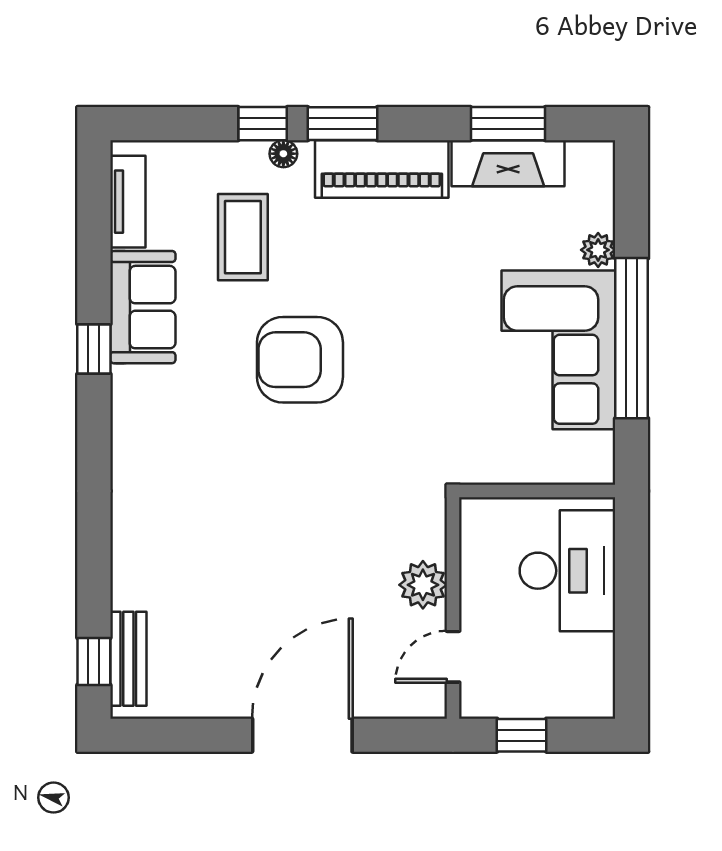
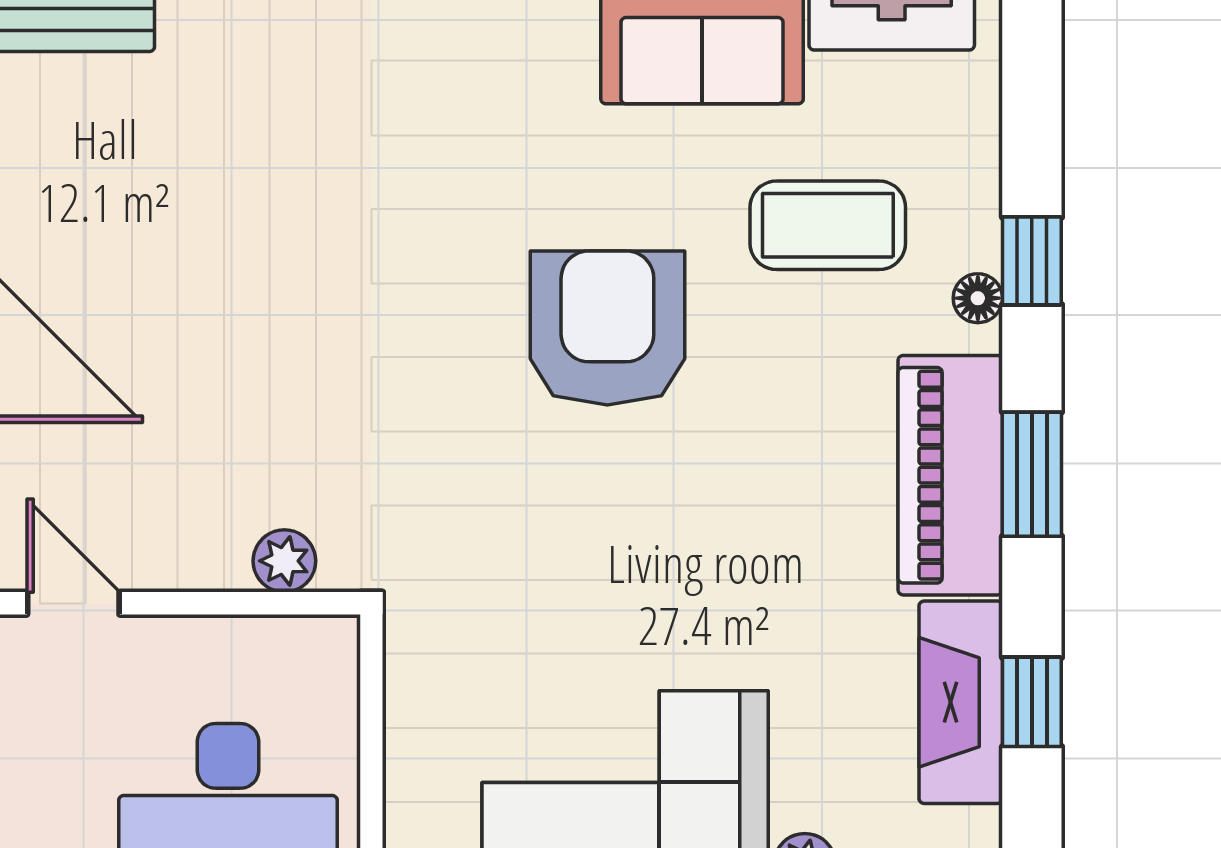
window: (343, 124) -> (1032, 474), moved
window: (508, 124) -> (1032, 702), width x0.67
plant: (423, 585) -> (284, 561), moved, width x0.73, depth x0.73

